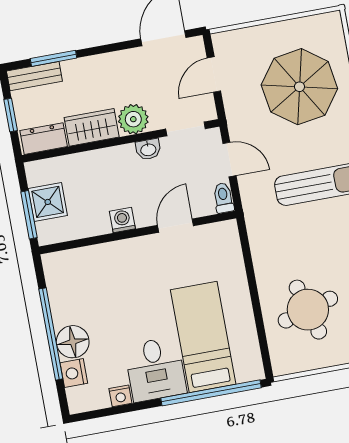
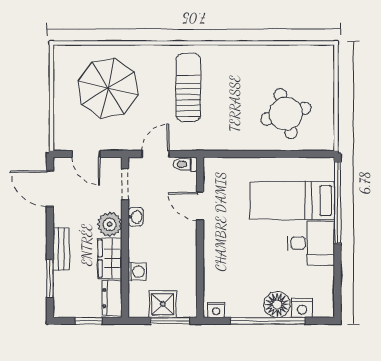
bench: (34, 76) -> (61, 249), moved
washing machine: (122, 220) -> (137, 272), moved, turned 180
nightstand: (120, 396) -> (216, 310), moved, turned 90

